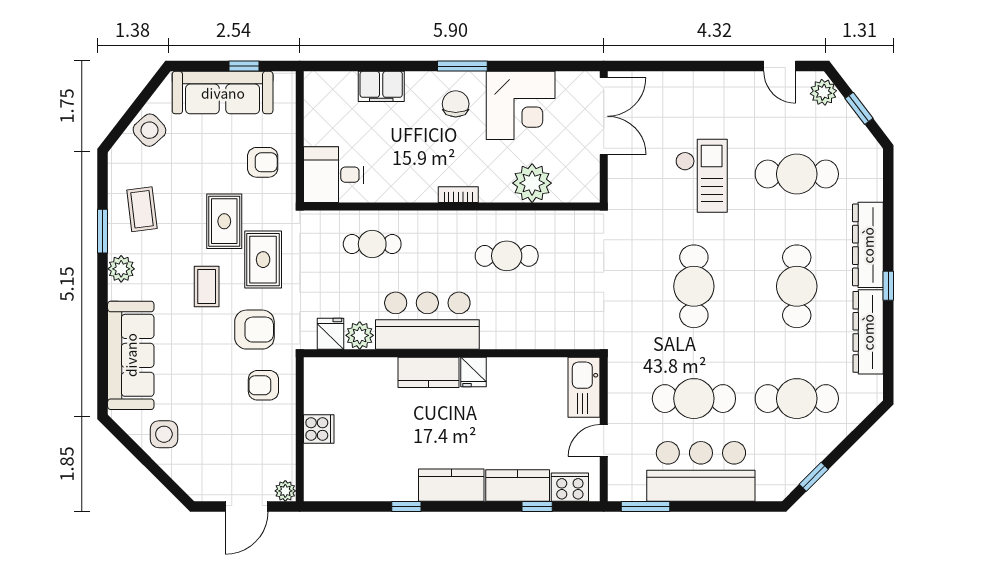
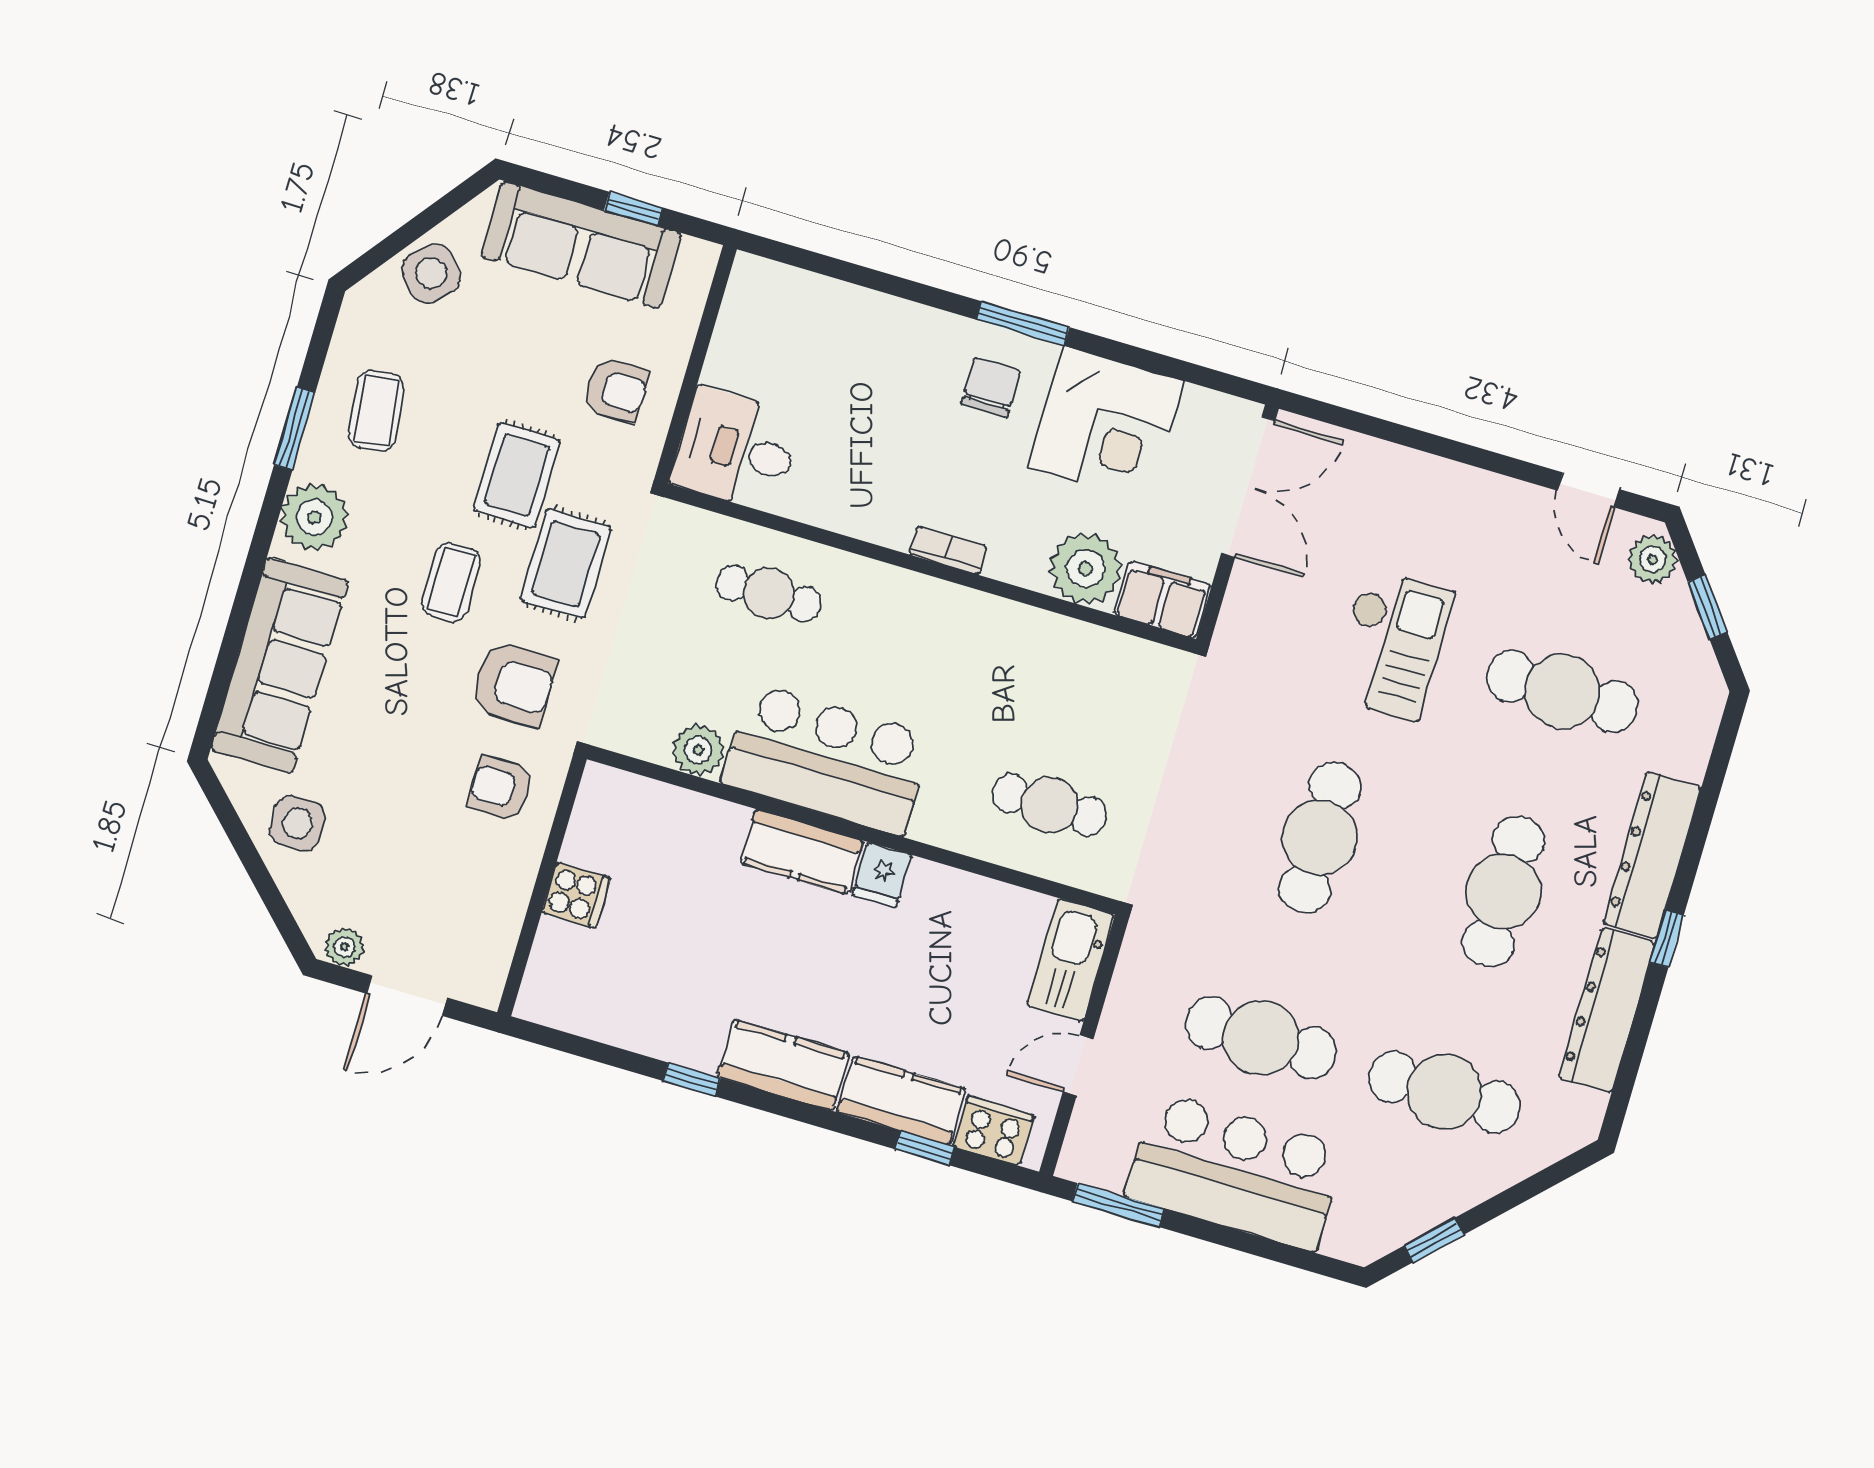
filing cabinet: (381, 86) -> (1162, 600), moved, turned 180
cafe table: (507, 256) -> (1049, 805), moved
plant: (121, 269) -> (314, 517), width x1.36, depth x1.36
fridge: (331, 334) -> (647, 732), removed
plant: (285, 491) -> (345, 947), moved

